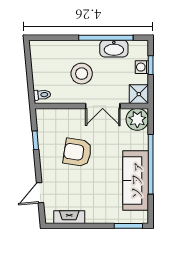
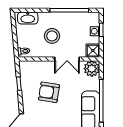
washbasin: (114, 49) -> (28, 18), moved

